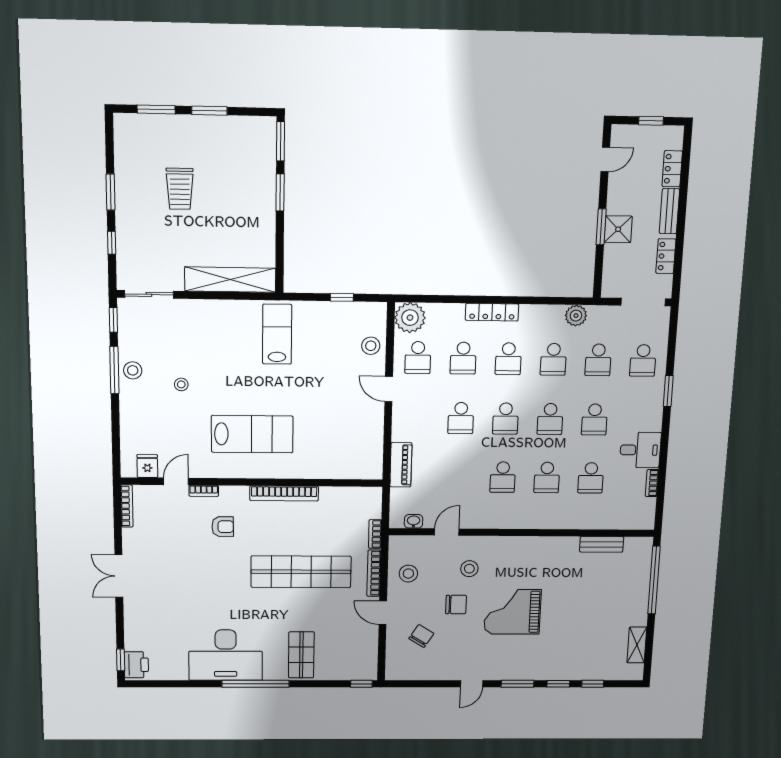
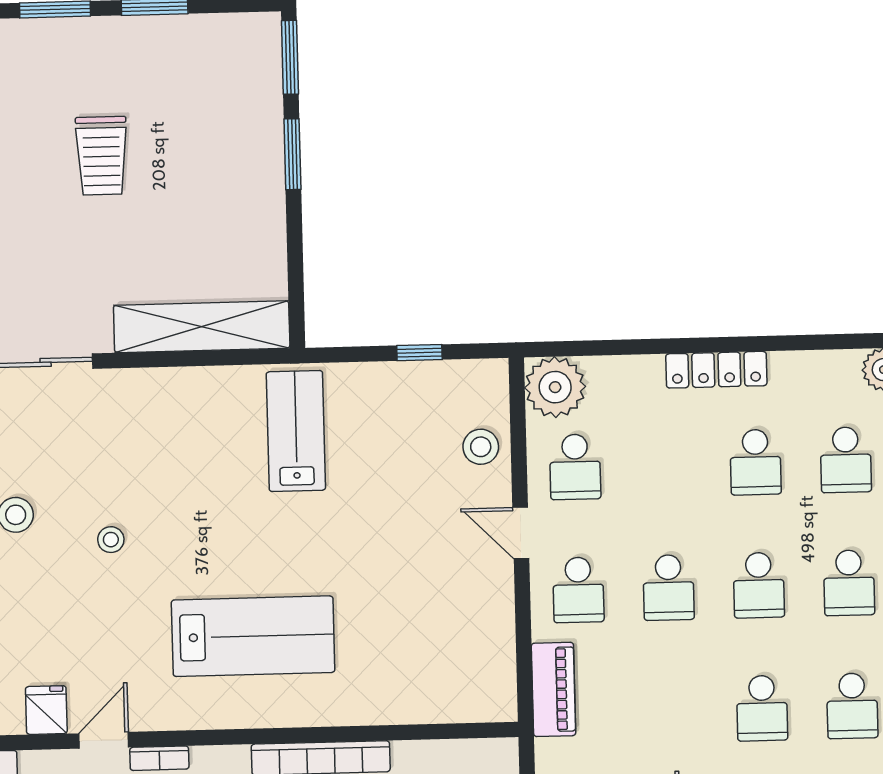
school desk: (463, 358) -> (578, 590), moved

